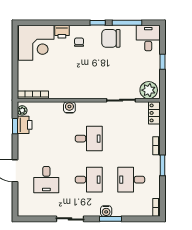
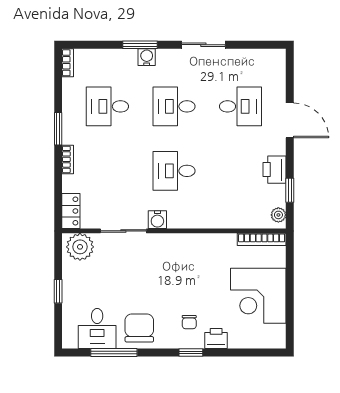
window: (98, 23) -> (191, 352), moved
chair: (111, 38) -> (139, 328), turned -90
desk: (148, 38) -> (97, 328), moved
corner desk: (36, 43) -> (258, 296), moved, turned -90
water cooler: (69, 107) -> (157, 220), moved
printer: (25, 125) -> (275, 170), moved
desk: (46, 180) -> (240, 106), turned 90
desk: (131, 180) -> (107, 106), turned 180

